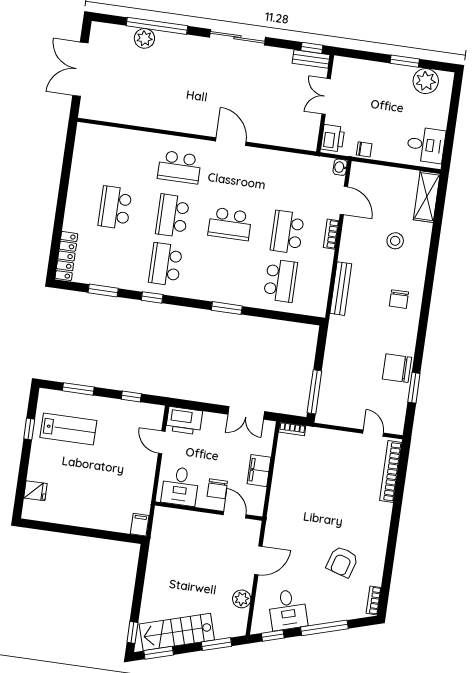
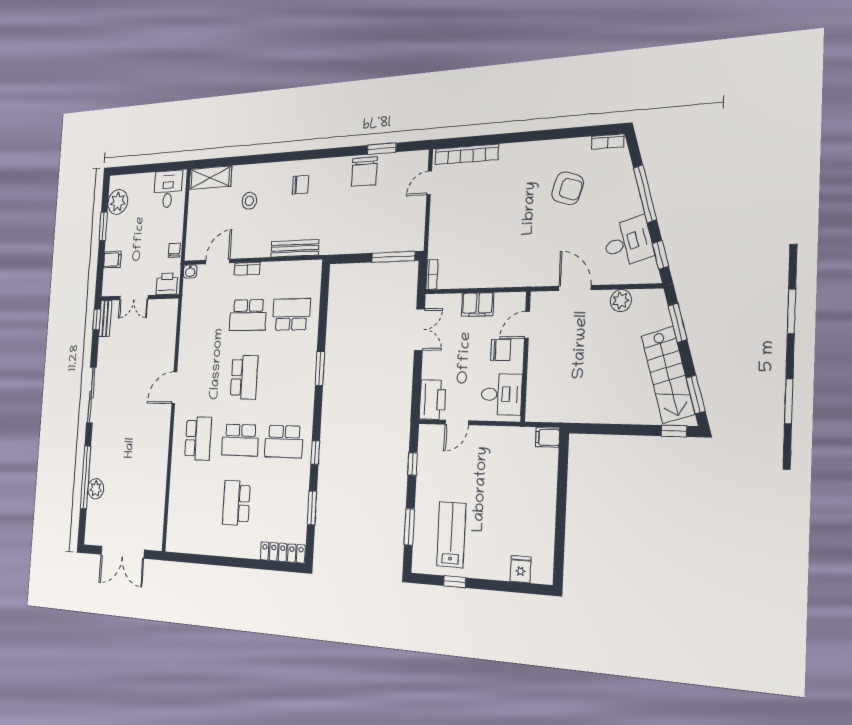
filing cabinet: (369, 71) -> (112, 260), added
school desk: (115, 208) -> (236, 503), turned 90

